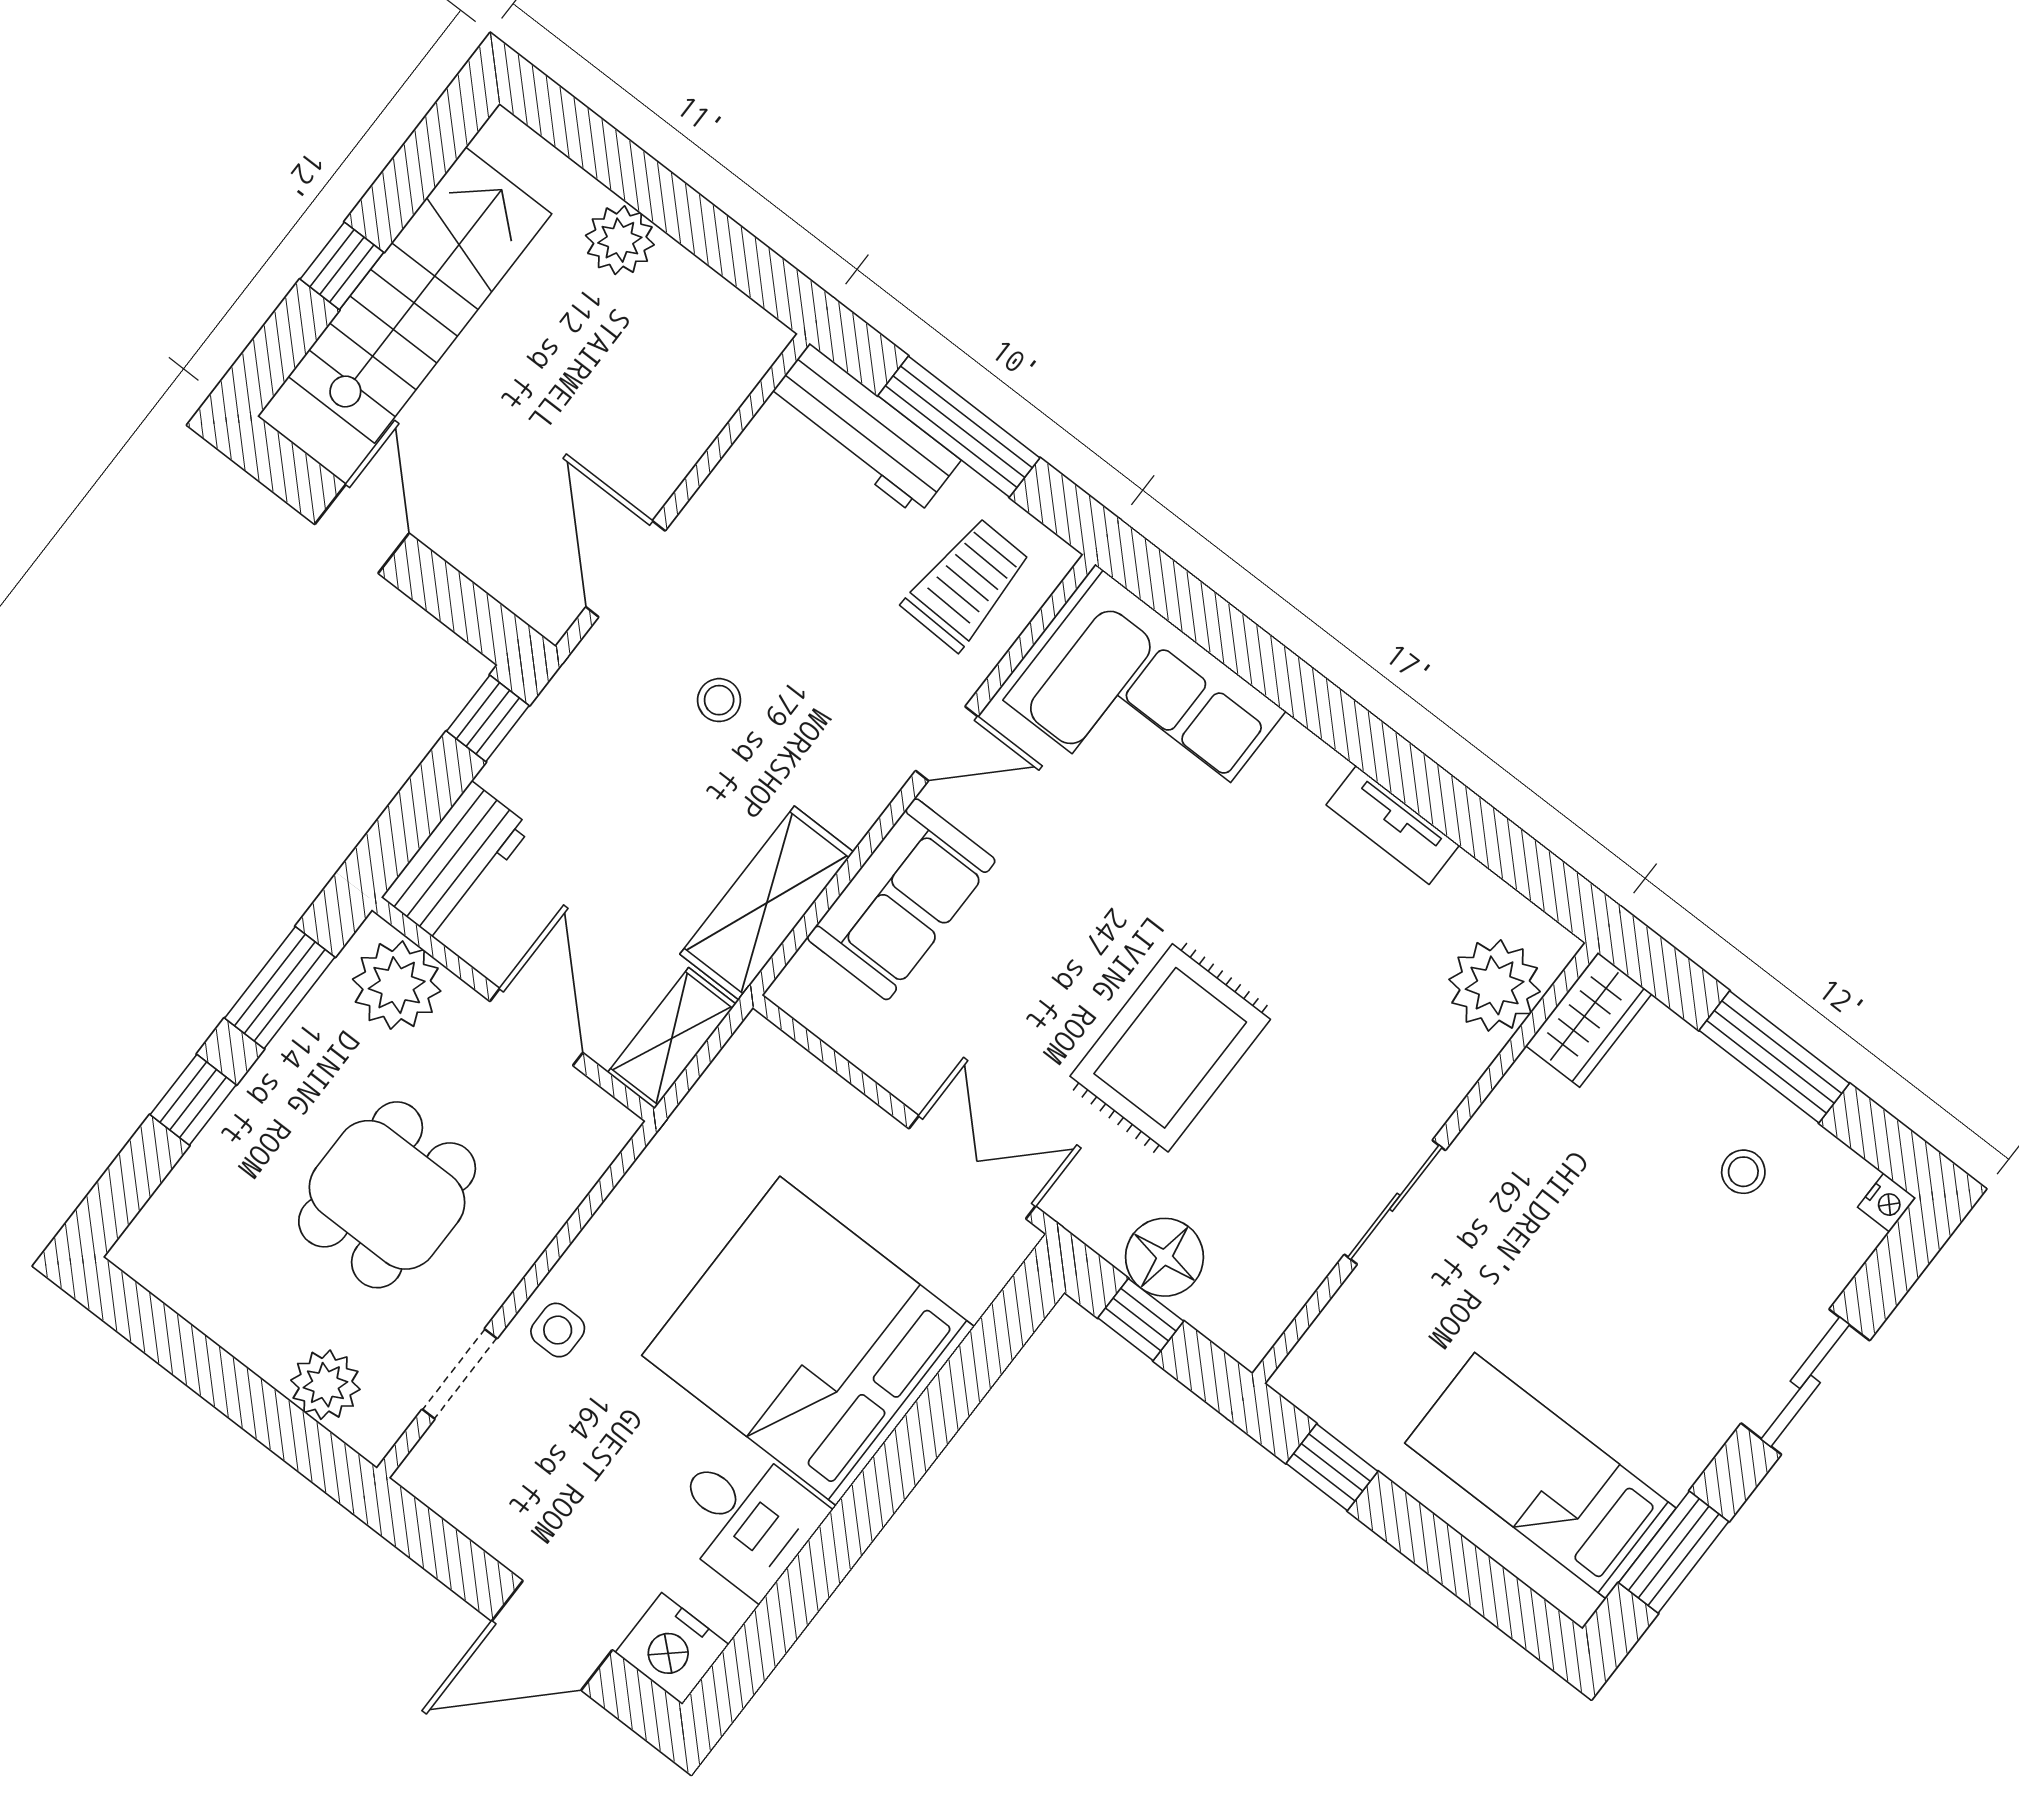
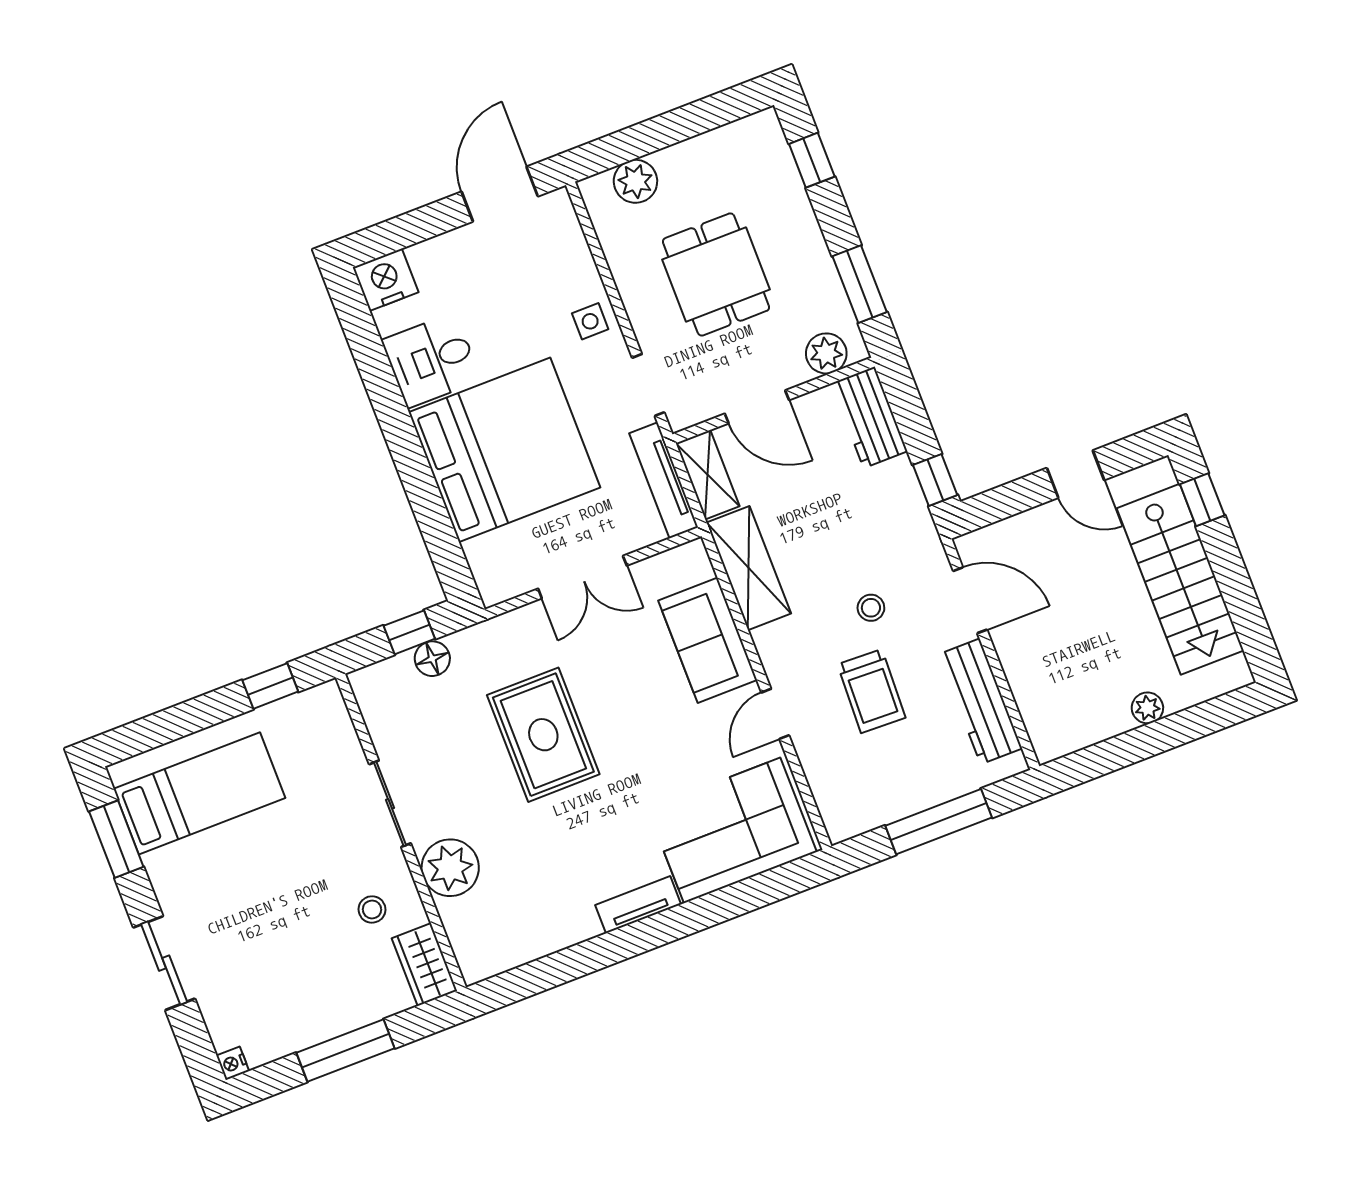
plant: (620, 240) -> (1147, 708), width x0.73, depth x0.73
window: (342, 266) -> (1202, 500), moved
workbench: (863, 430) -> (980, 701), moved, turned -90
trolley: (967, 584) -> (871, 691), moved
tv unit: (1393, 825) -> (638, 905), moved
plant: (397, 985) -> (826, 353), width x0.73, depth x0.73
plant: (1495, 985) -> (450, 868), moved
tv unit: (716, 1095) -> (664, 480), added
window: (193, 1100) -> (812, 160), moved
double door: (972, 1167) -> (582, 577), moved
stool: (1743, 1172) -> (372, 909), moved
floor lamp: (1164, 1257) -> (432, 659), width x0.73, depth x0.73
doorway: (460, 1374) -> (648, 385), moved
door: (552, 1636) -> (500, 194), moved

